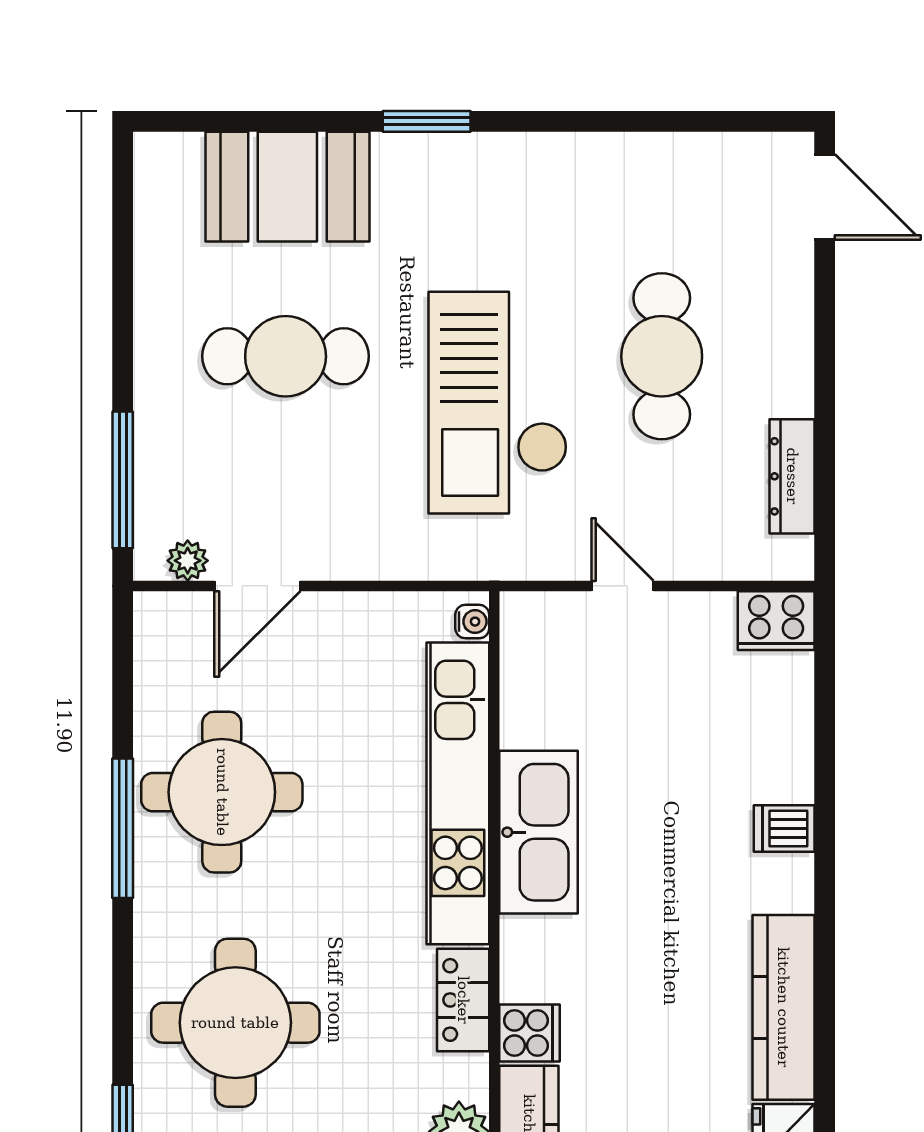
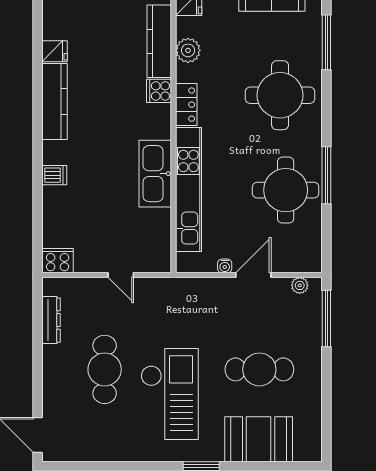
checkout: (498, 403) -> (170, 394), moved
door: (257, 586) -> (253, 275), moved
water cooler: (472, 622) -> (225, 266), moved, turned -90

